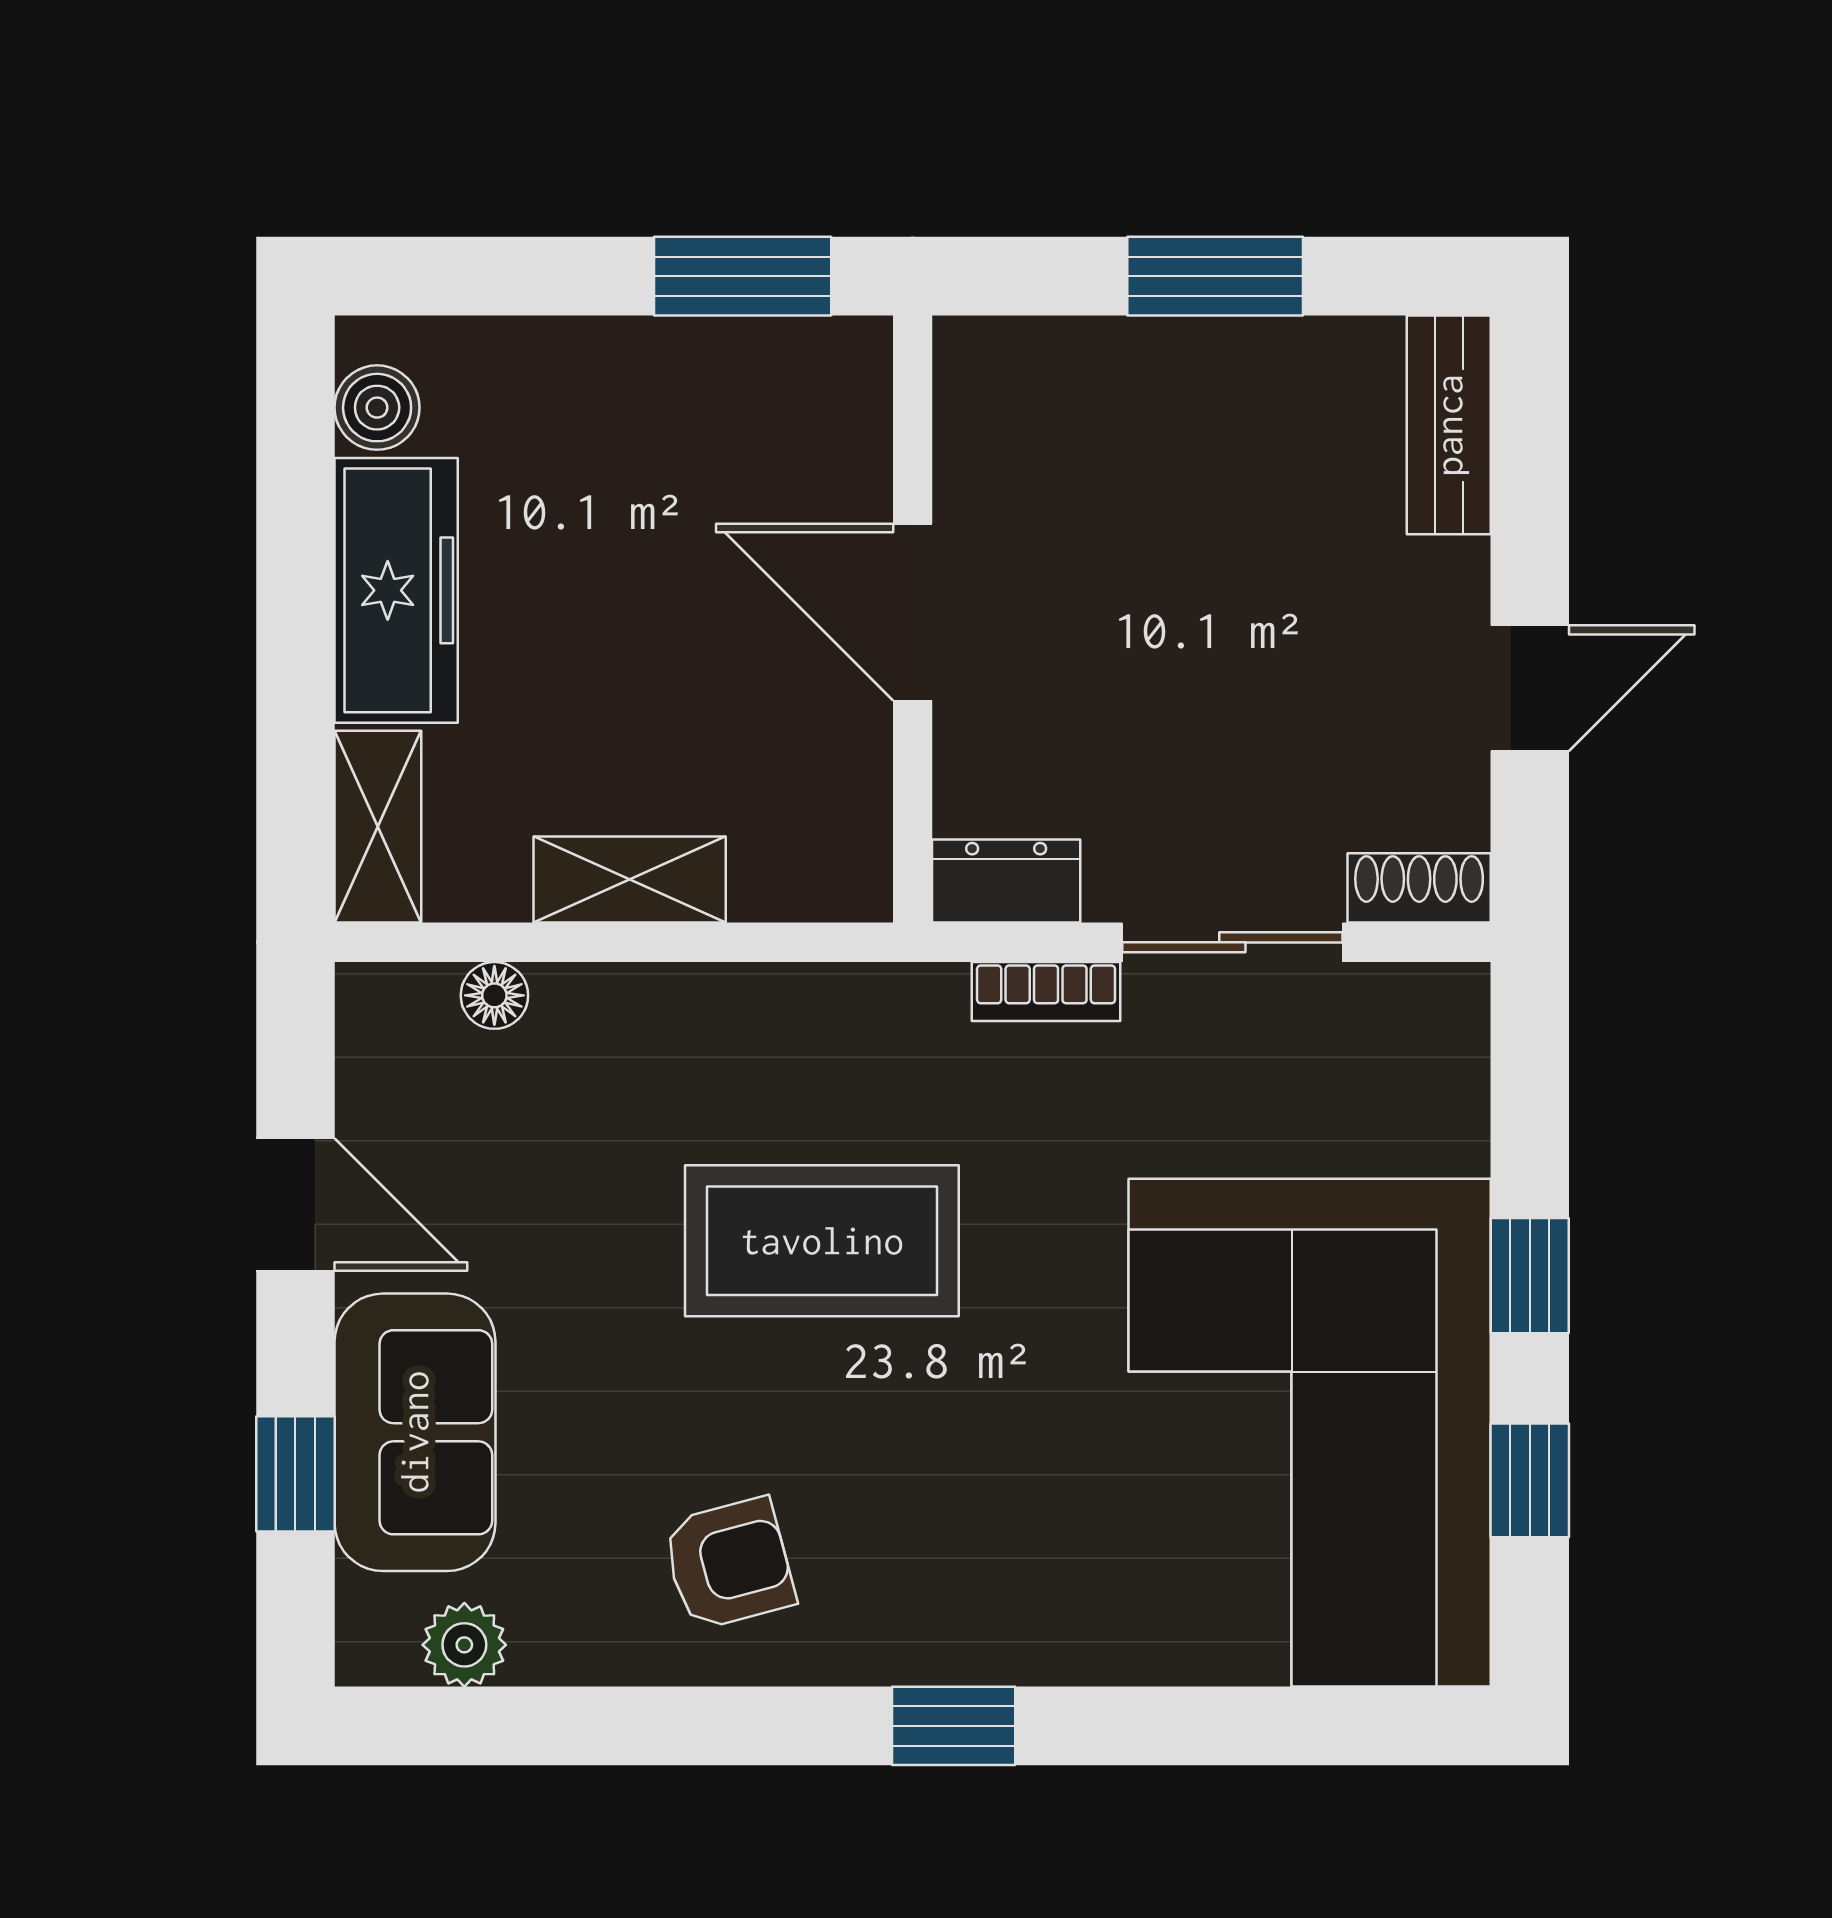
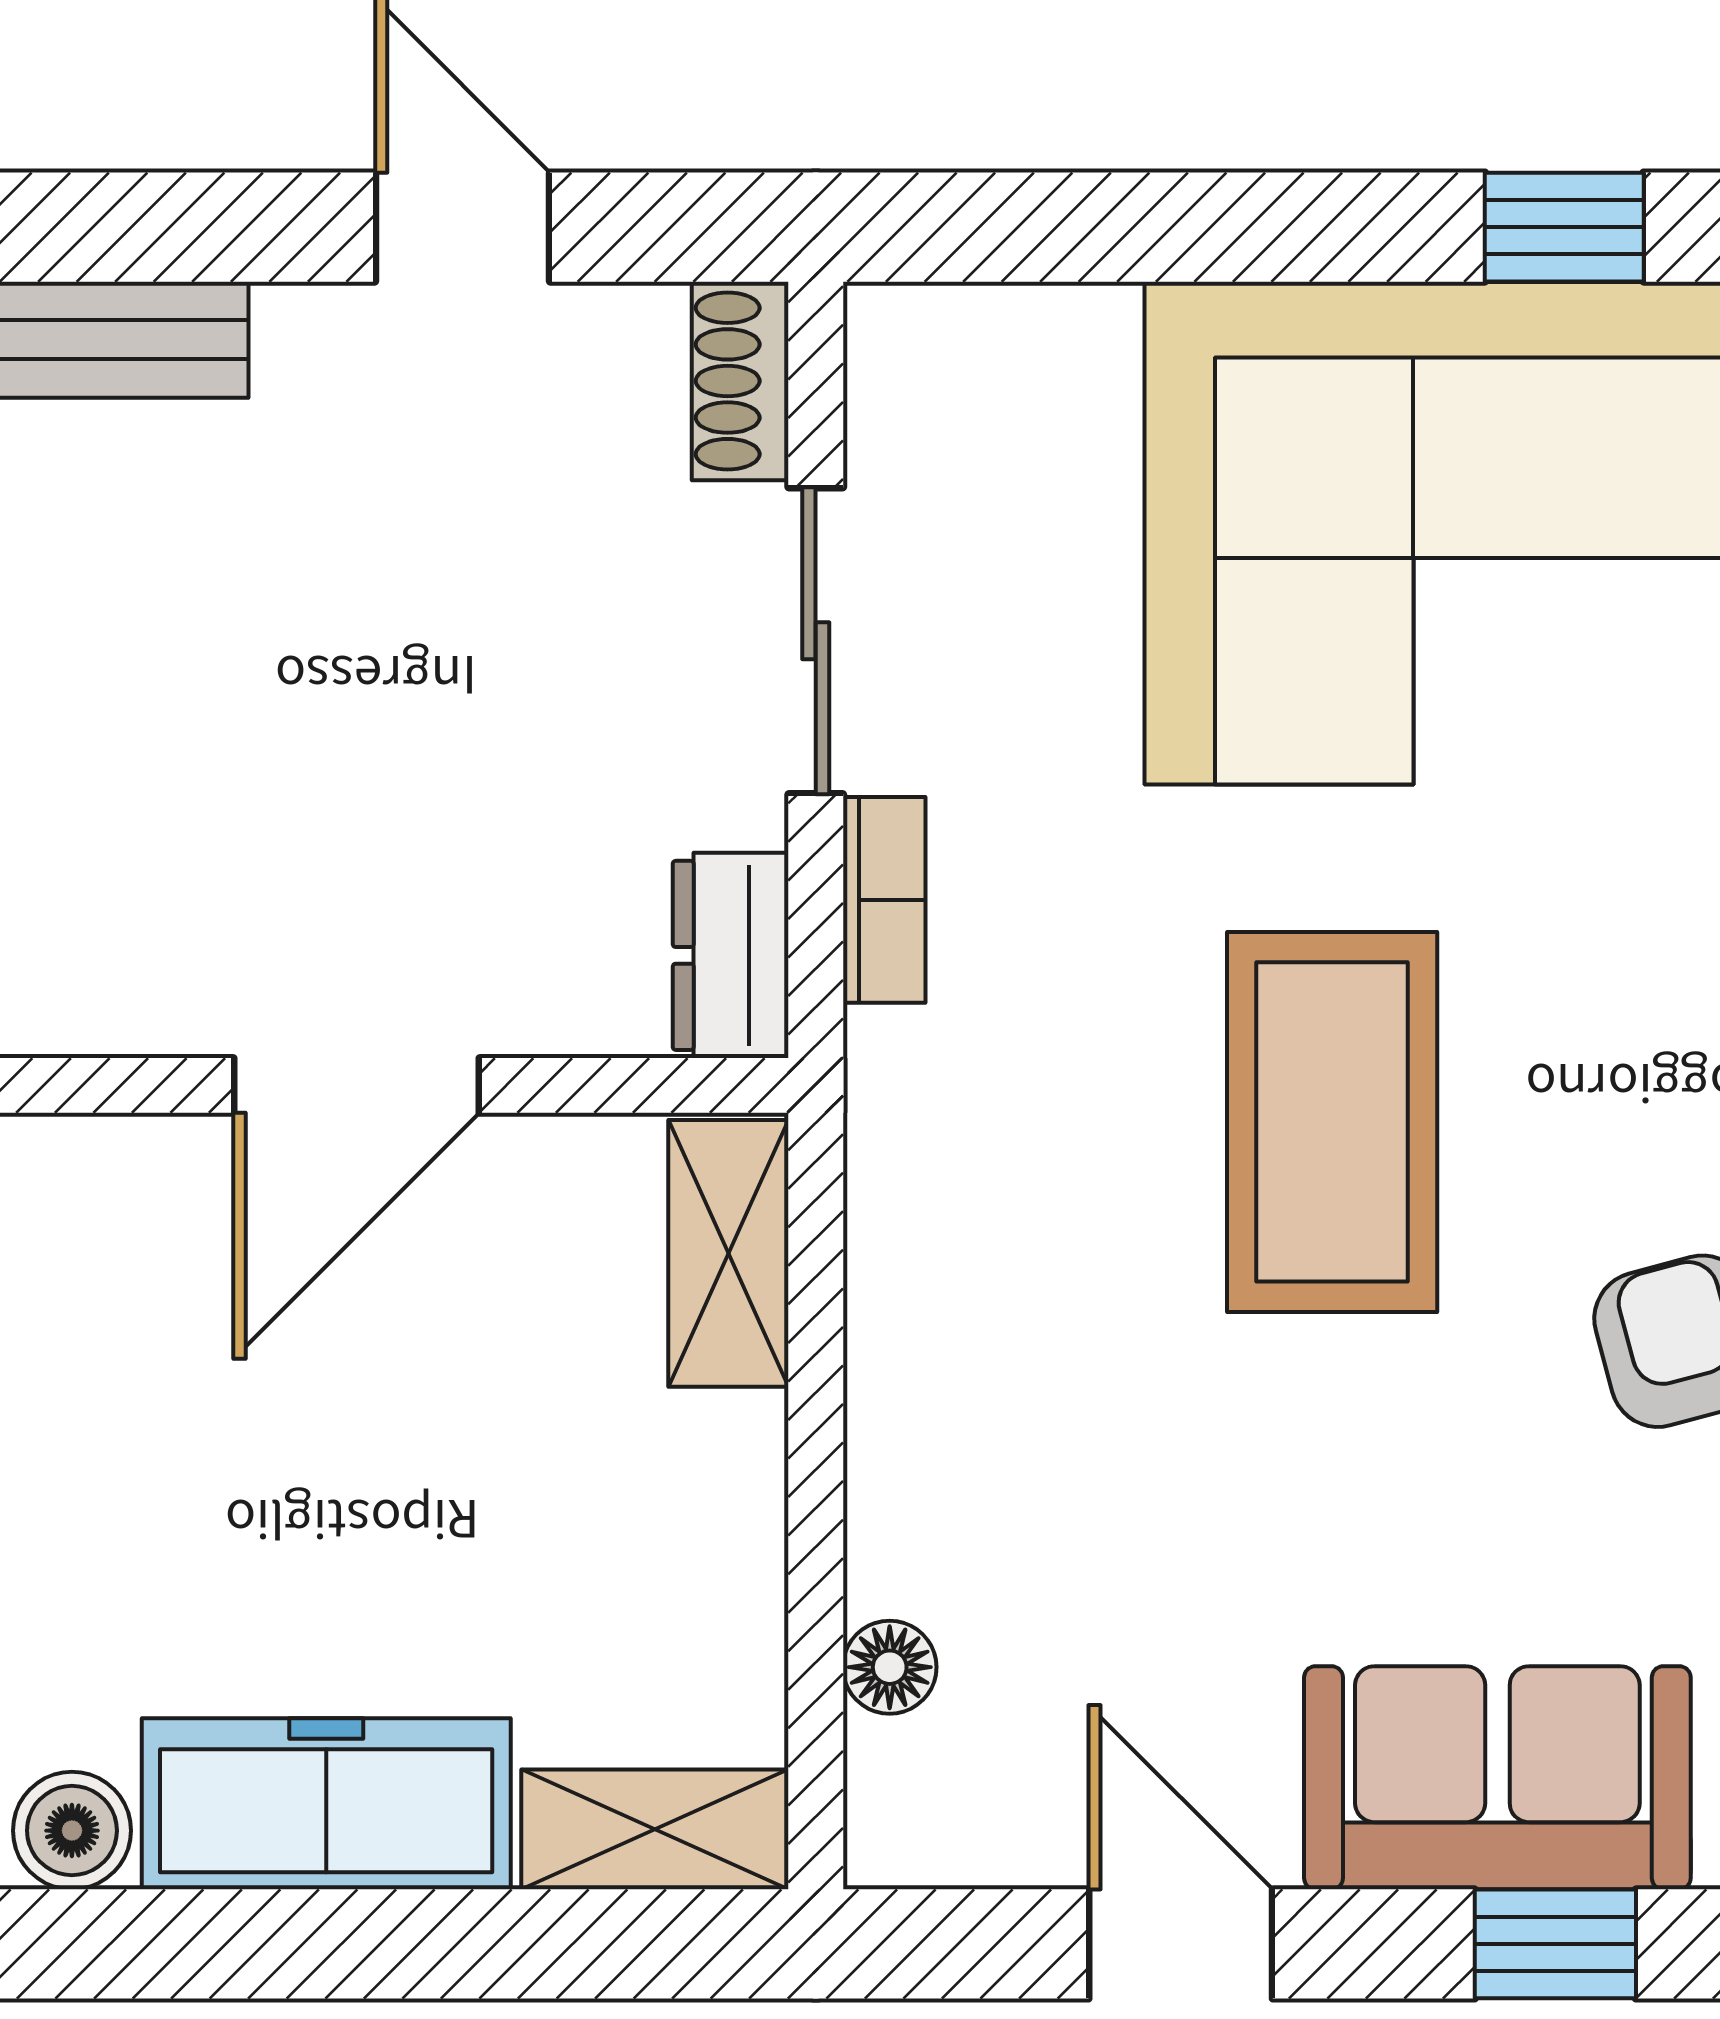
shelving: (630, 879) -> (728, 1253), moved
door: (295, 1205) -> (1181, 1944), hinge flipped
coffee table: (822, 1241) -> (1332, 1122), moved
window: (1530, 1276) -> (1280, 227), removed

